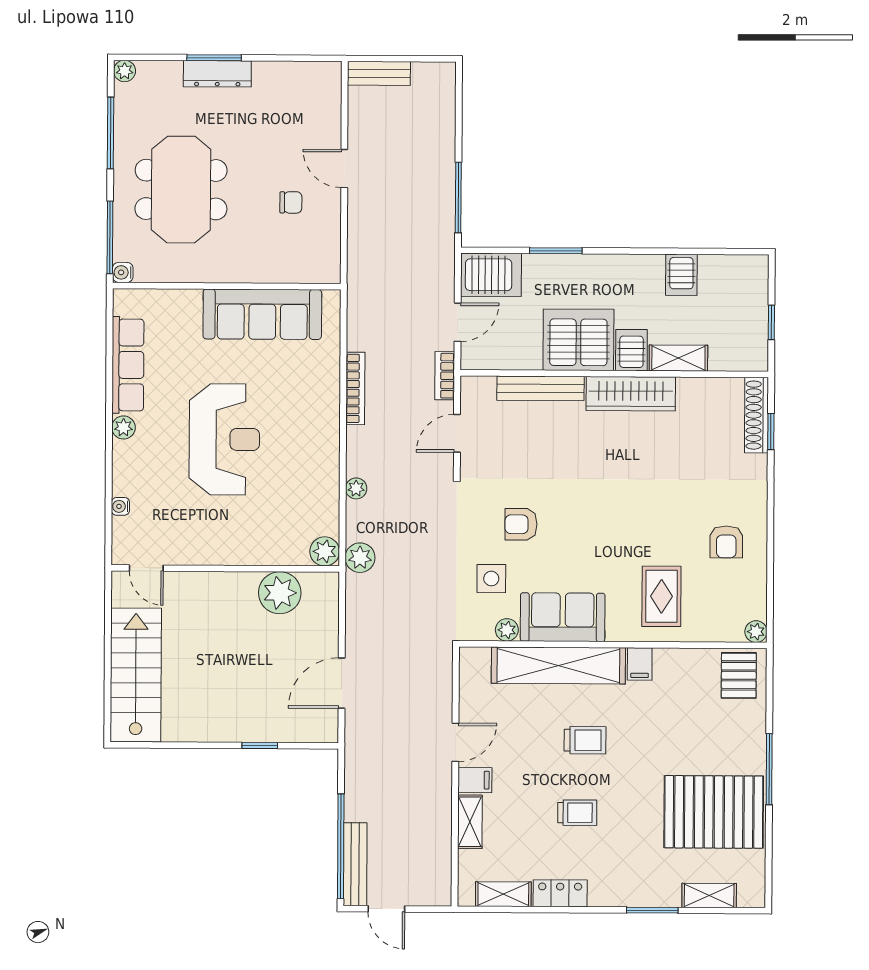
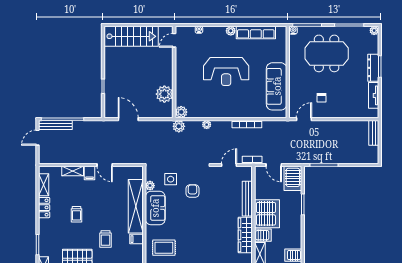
tv unit: (286, 73) -> (374, 95), added
door: (344, 169) -> (304, 119), moved
door: (457, 433) -> (229, 165), hinge flipped
trolley: (585, 740) -> (106, 239), moved

